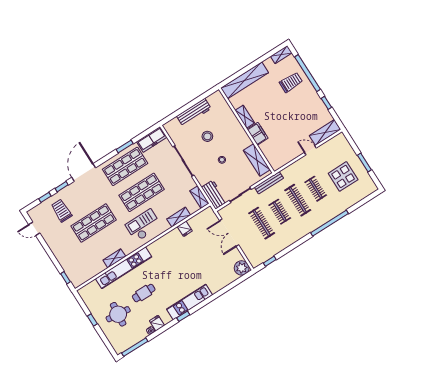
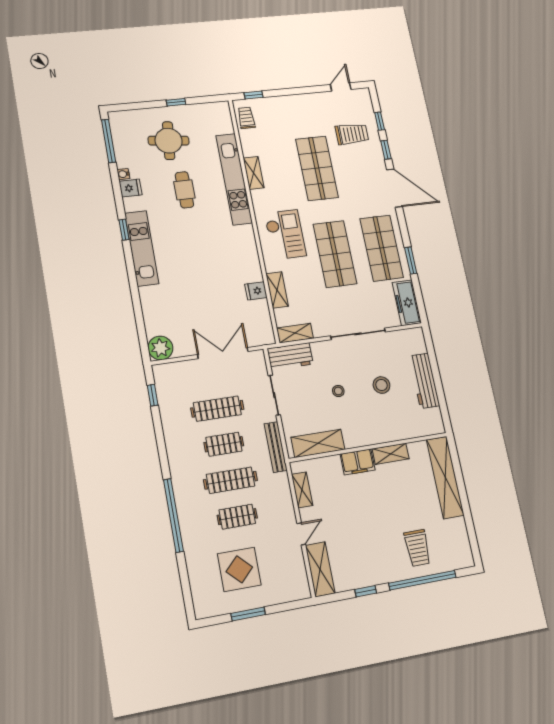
shelving: (281, 55) -> (302, 490), moved
trolley: (82, 276) -> (246, 118), added

